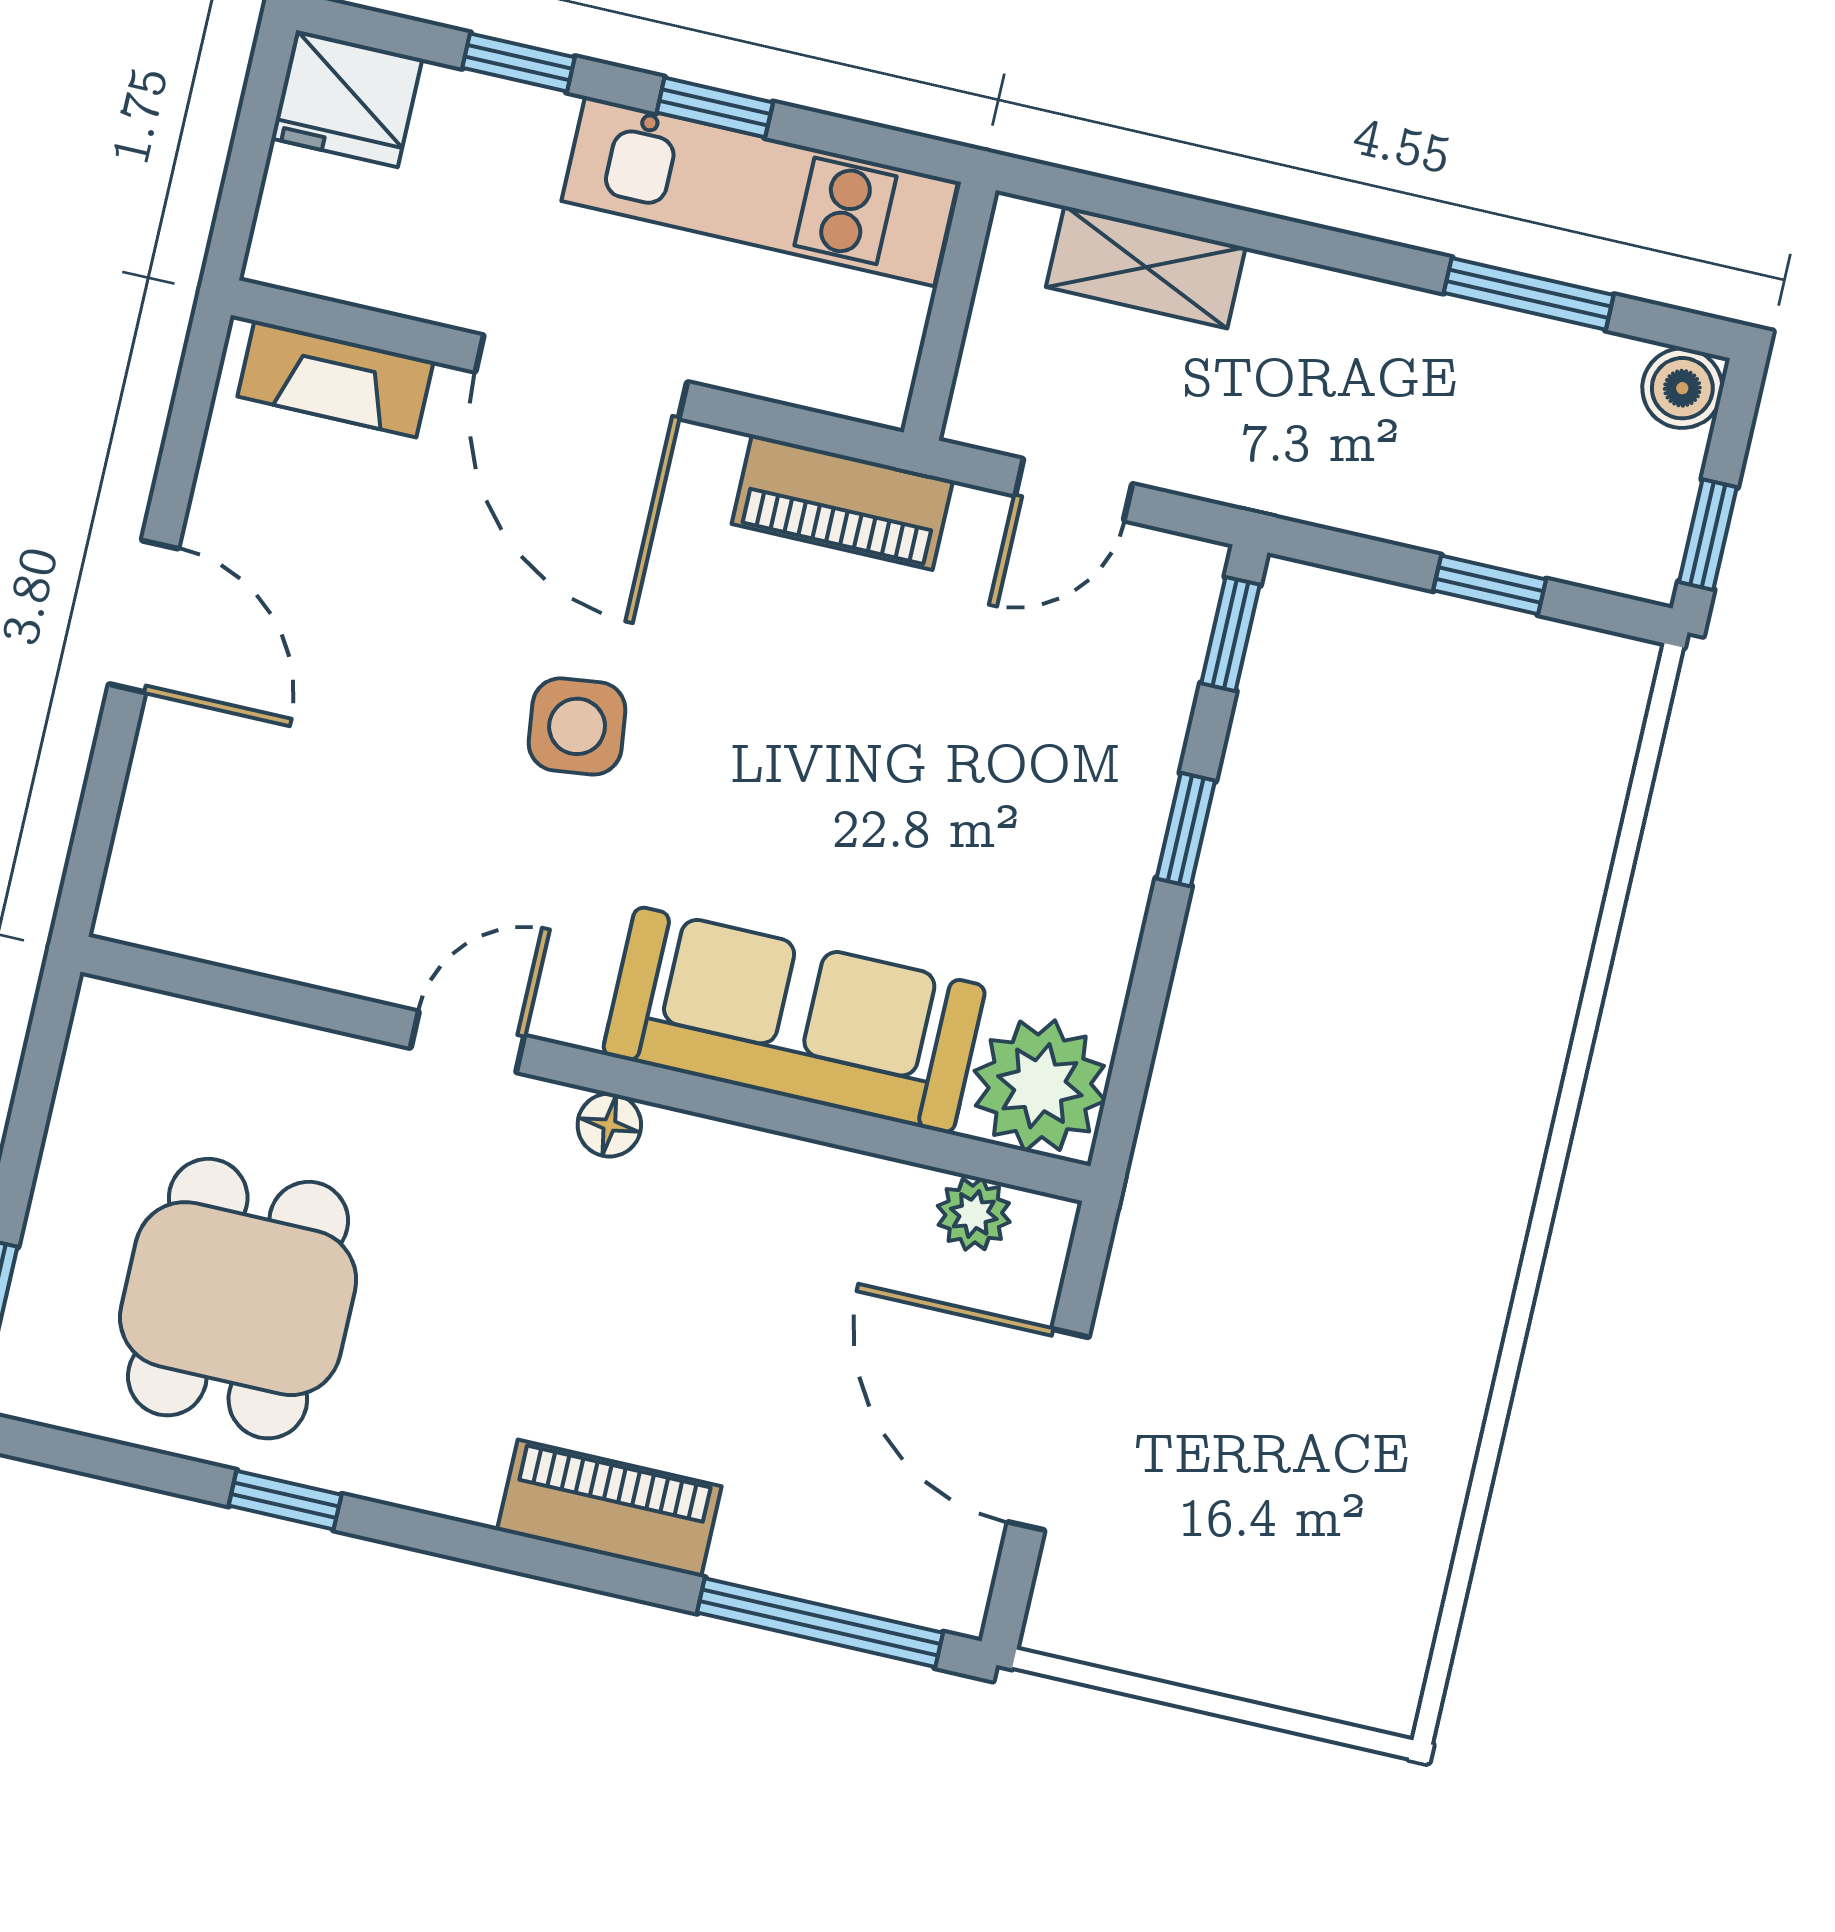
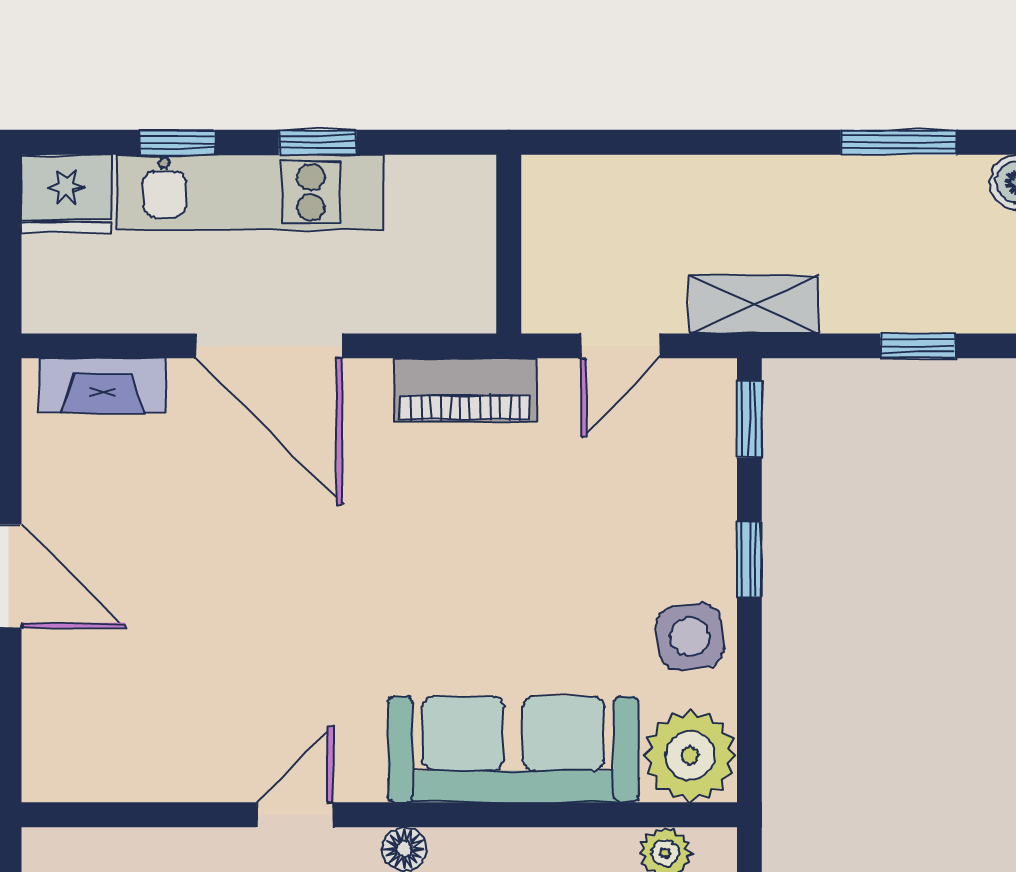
kitchen unit: (760, 191) -> (250, 192), moved
shelving: (1146, 267) -> (754, 304), moved
side table: (577, 726) -> (690, 637), moved

